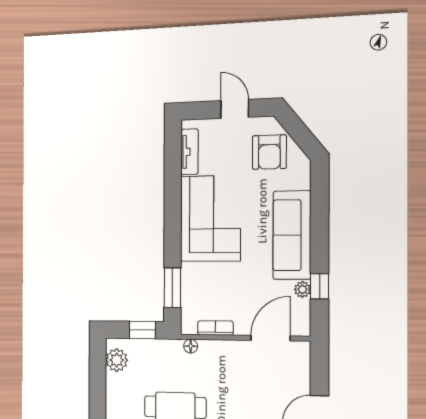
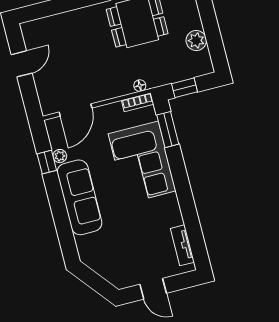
armchair: (269, 152) -> (115, 260), removed
corner sofa: (210, 218) -> (142, 162), moved
bookcase: (215, 328) -> (138, 102), moved
plant: (117, 360) -> (196, 40), moved

